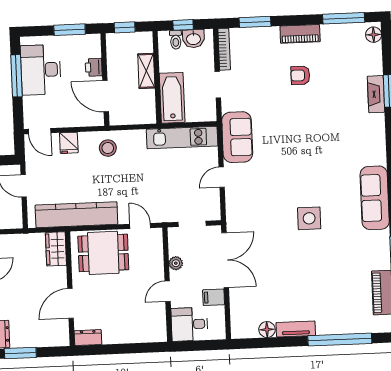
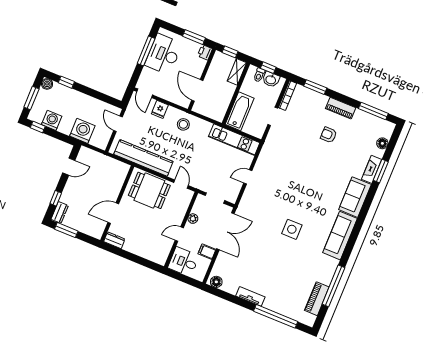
floor lamp: (374, 35) -> (382, 143), moved
printer: (94, 67) -> (205, 52), moved
shelving: (146, 71) -> (237, 72), moved
sofa: (237, 137) -> (355, 197), moved, turned 180
wardrobe: (56, 249) -> (120, 174), removed
floor lamp: (267, 330) -> (216, 282), moved

